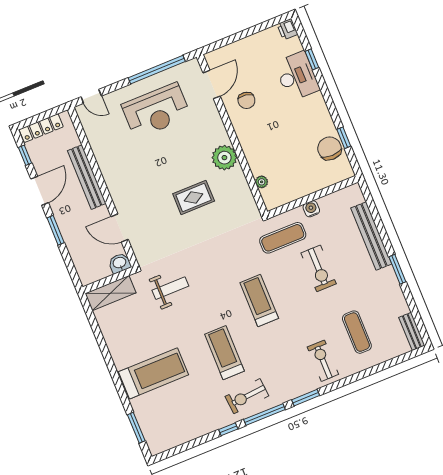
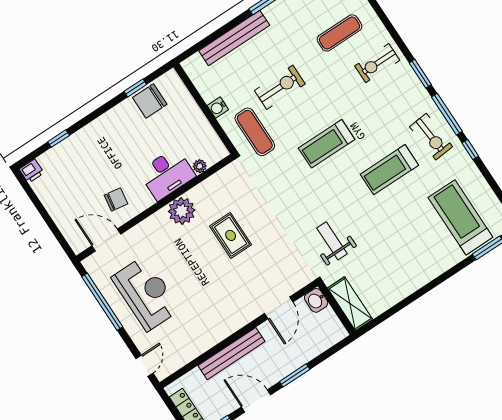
desk: (297, 76) -> (167, 174), moved, turned 180
treadmill: (154, 373) -> (460, 217), moved

